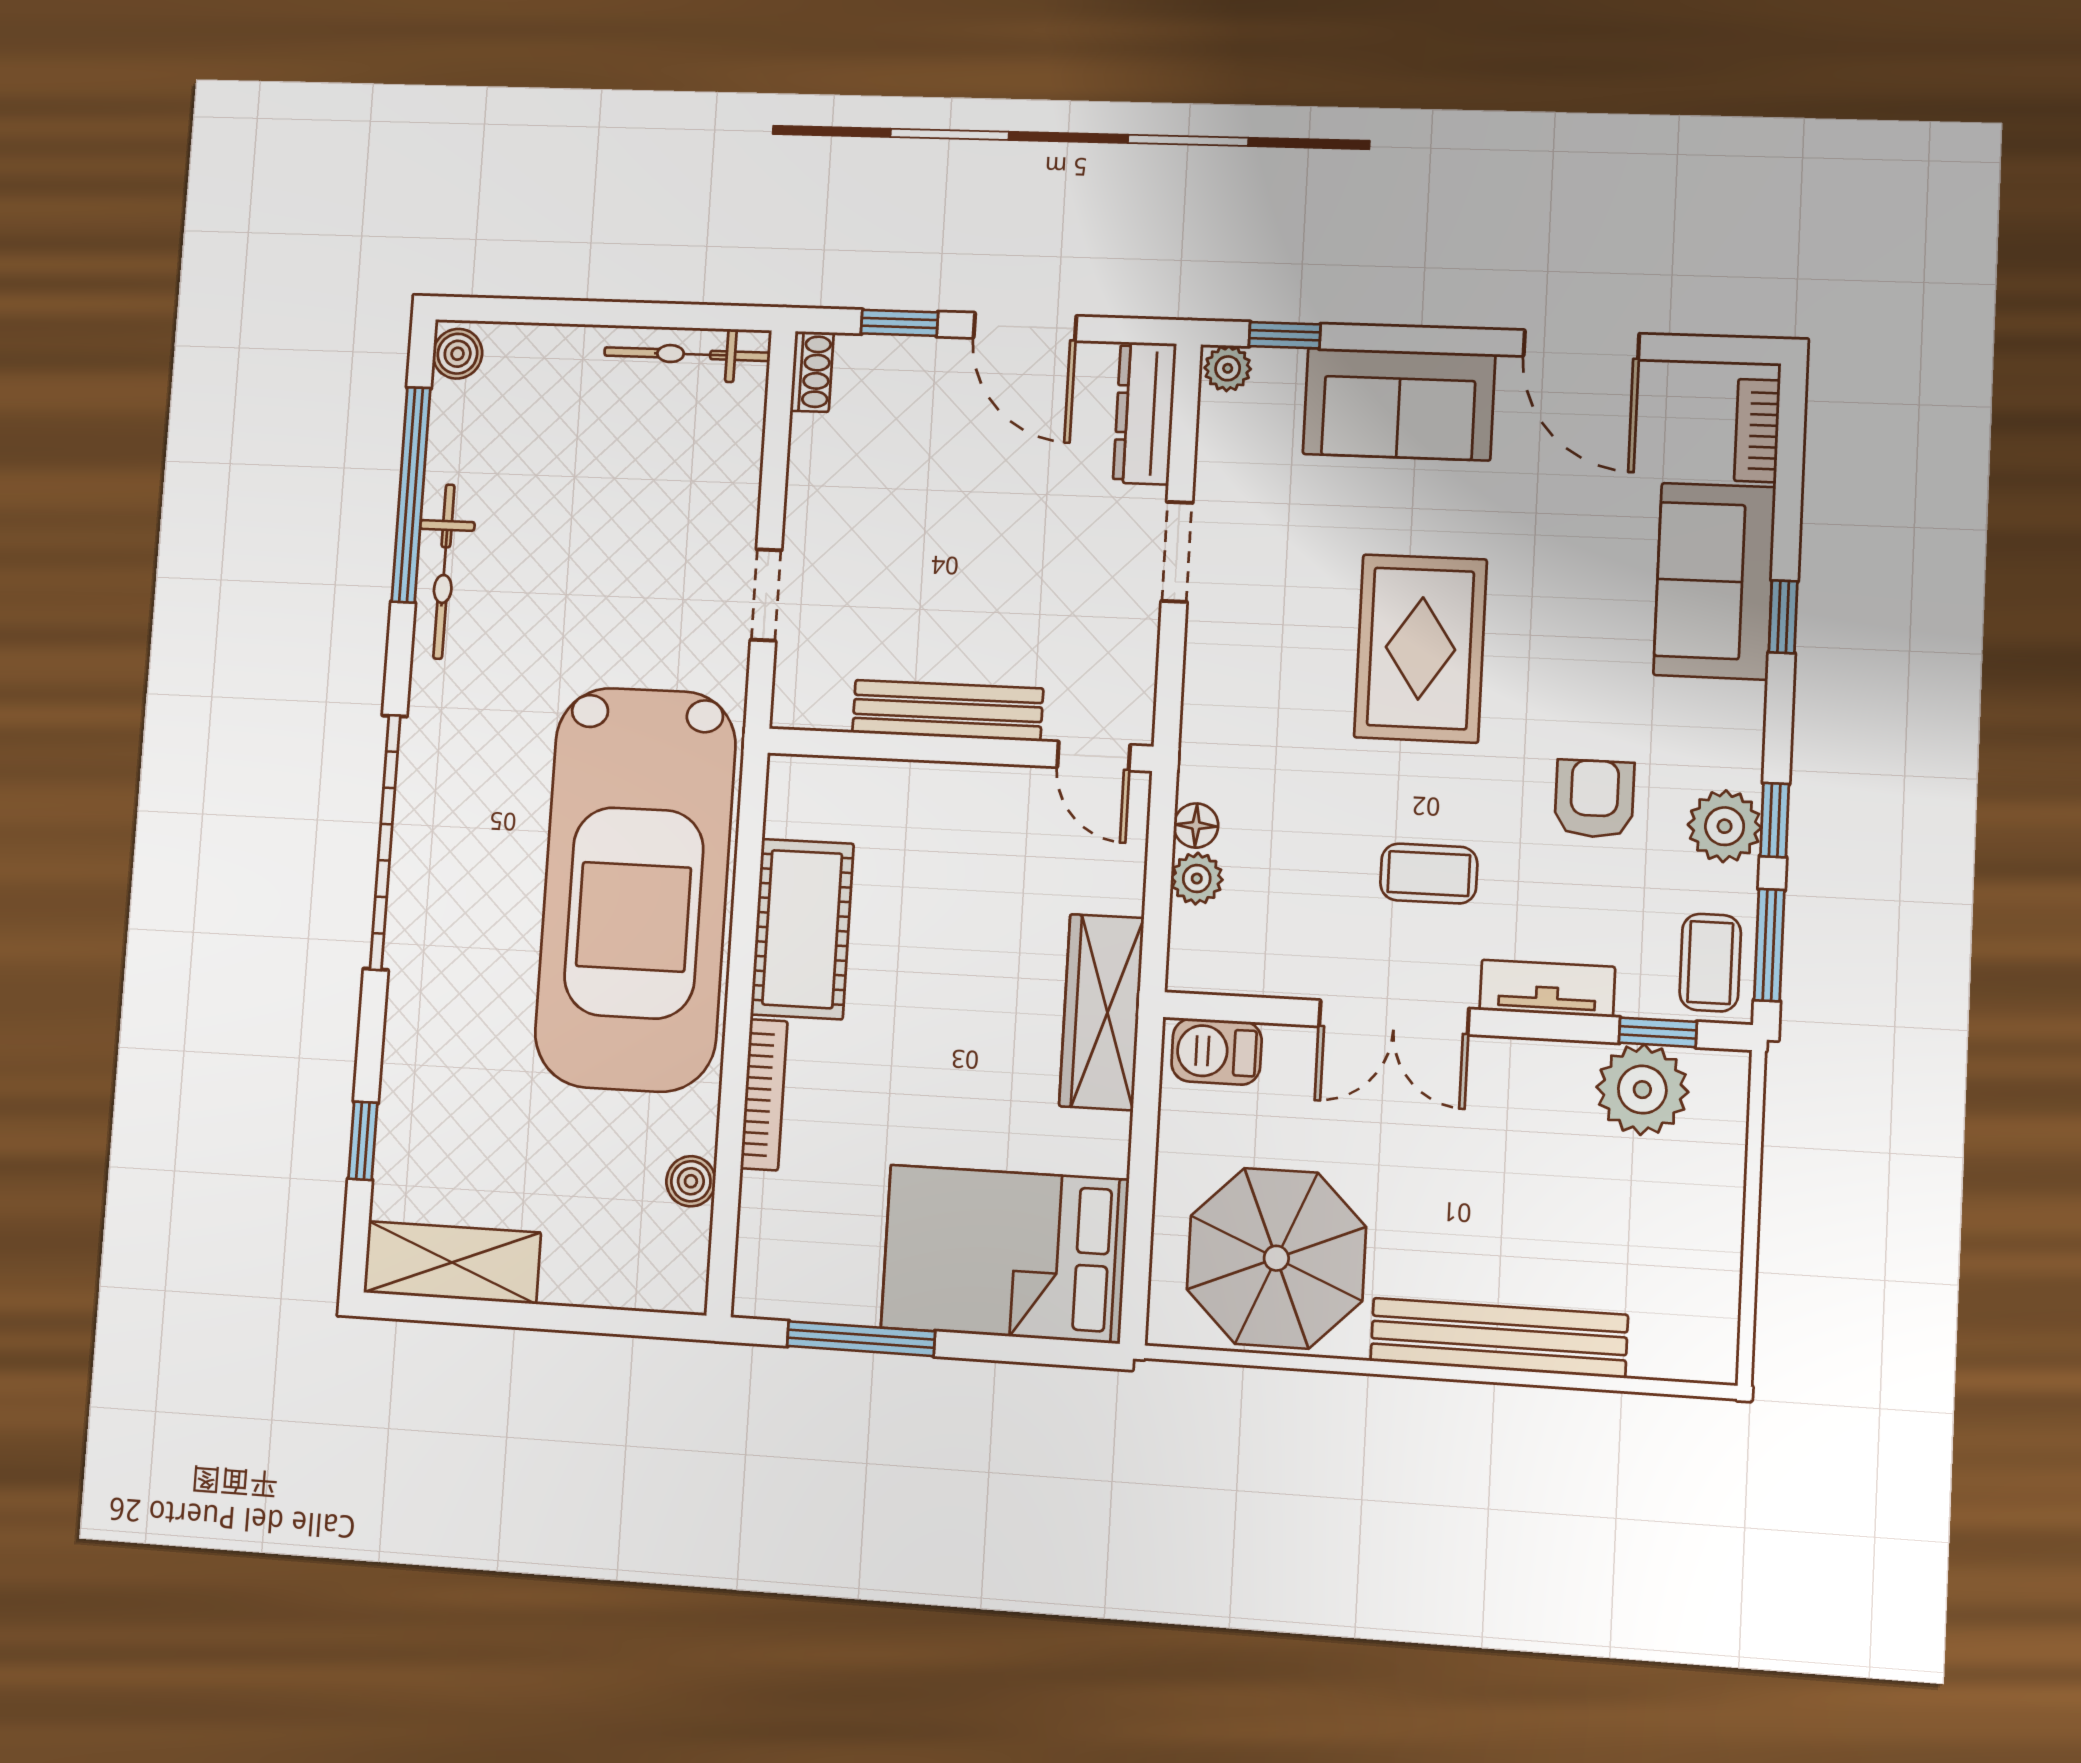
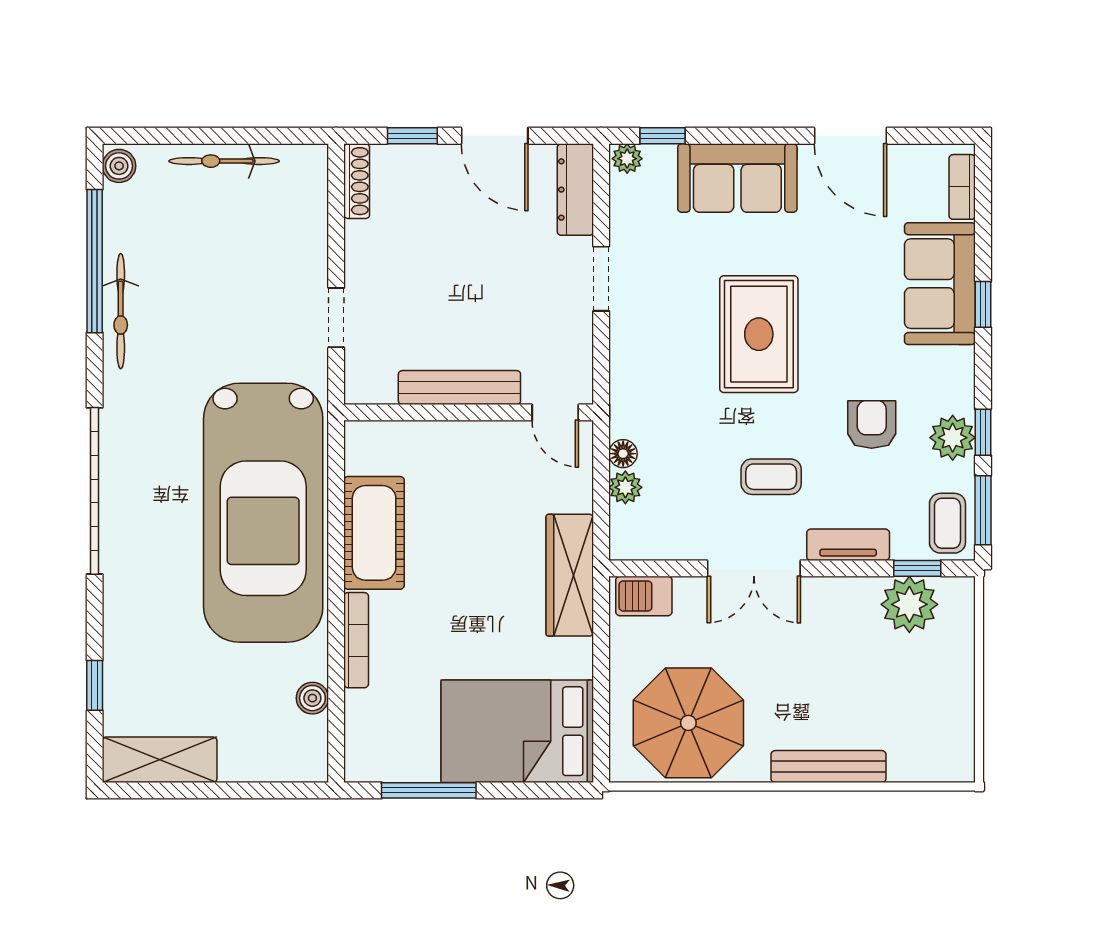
bicycle: (687, 354) -> (224, 161), moved
shoe rack: (812, 372) -> (357, 181), width x1.43
bench: (1499, 1338) -> (829, 767), width x0.73, depth x0.82

